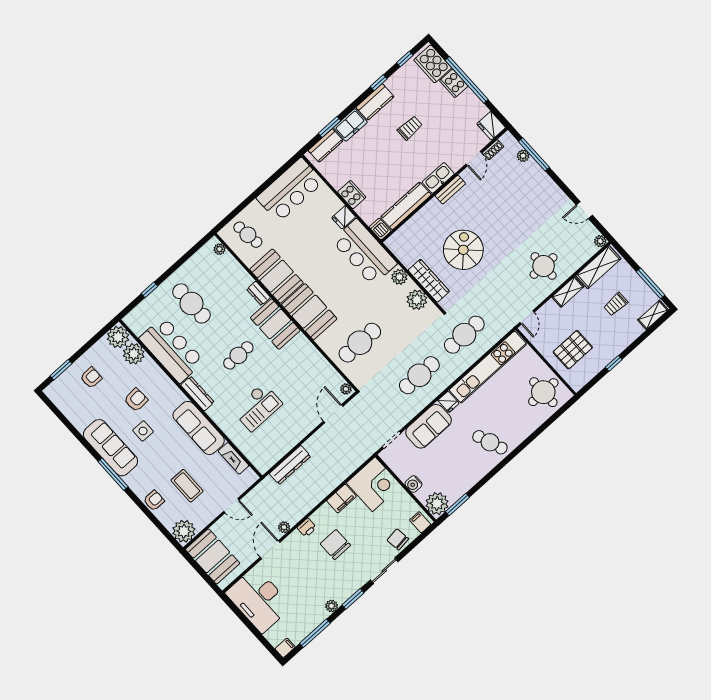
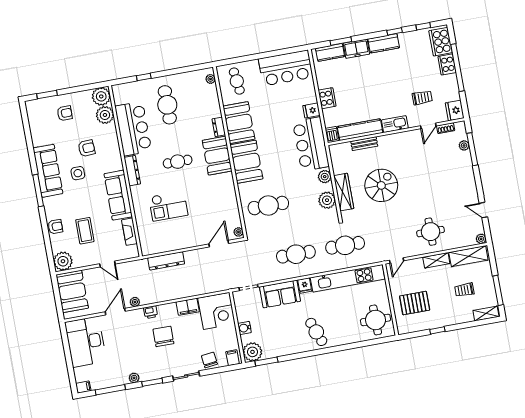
trolley: (410, 128) -> (422, 98), moved
bench: (450, 190) -> (364, 144), moved

